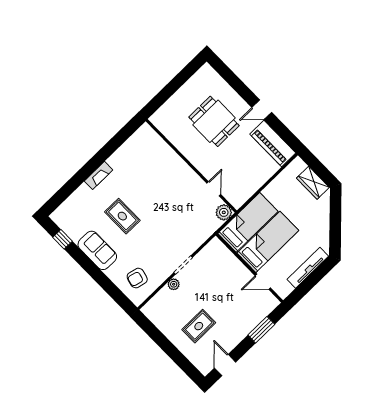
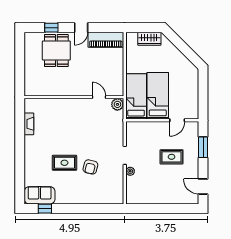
window: (235, 83) -> (51, 28), added
dining table: (214, 121) -> (56, 51), moved, turned 90
fireplace: (99, 175) -> (29, 124), moved
sofa: (97, 250) -> (40, 195), moved
tv unit: (308, 268) -> (194, 88), removed
armchair: (137, 278) -> (90, 167), moved
rug: (199, 326) -> (172, 157), moved, turned 90

